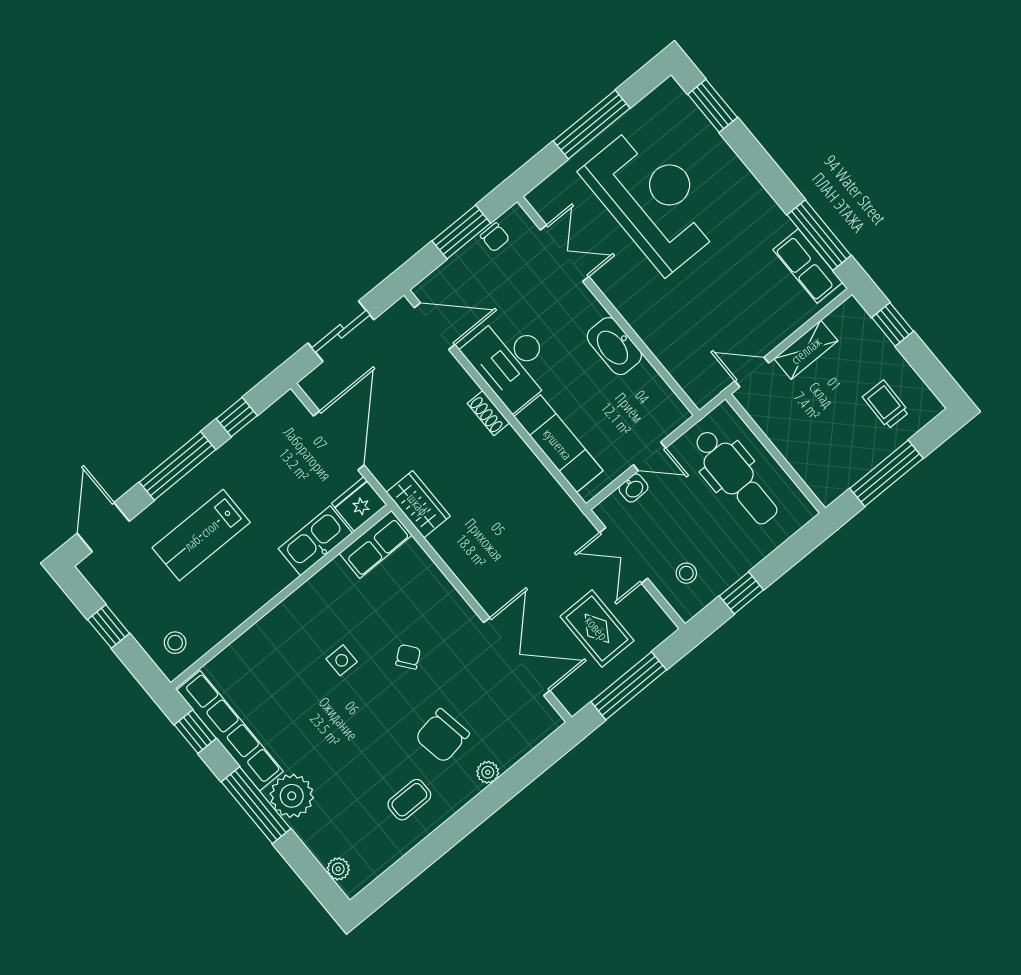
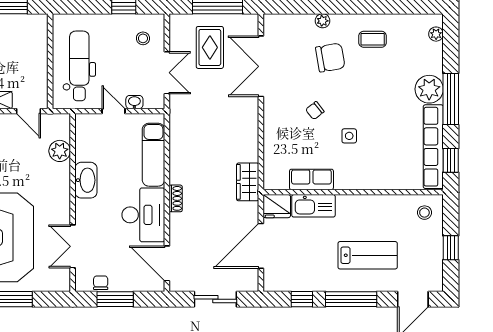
plant: (675, 355) -> (60, 151), added
row of seats: (376, 544) -> (311, 179), moved

